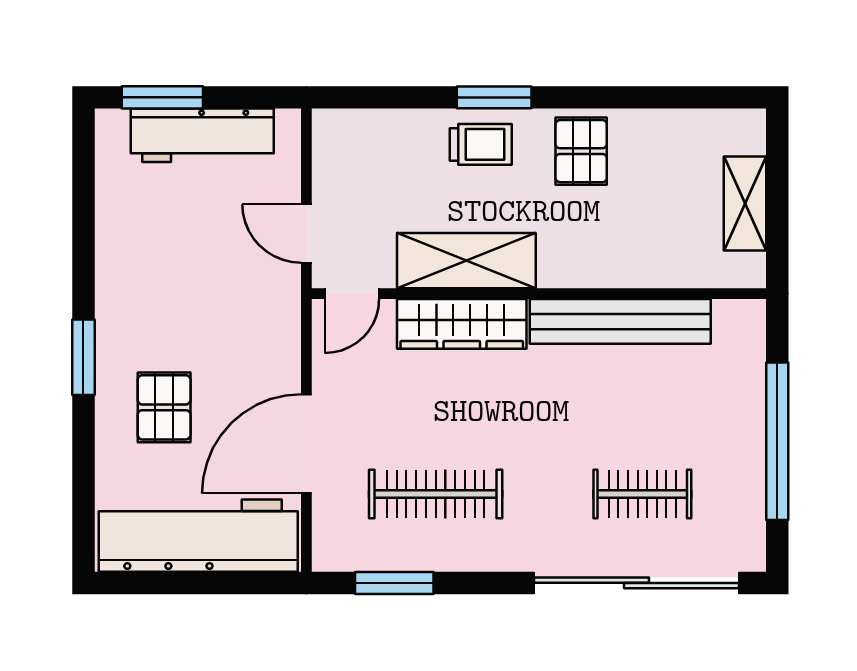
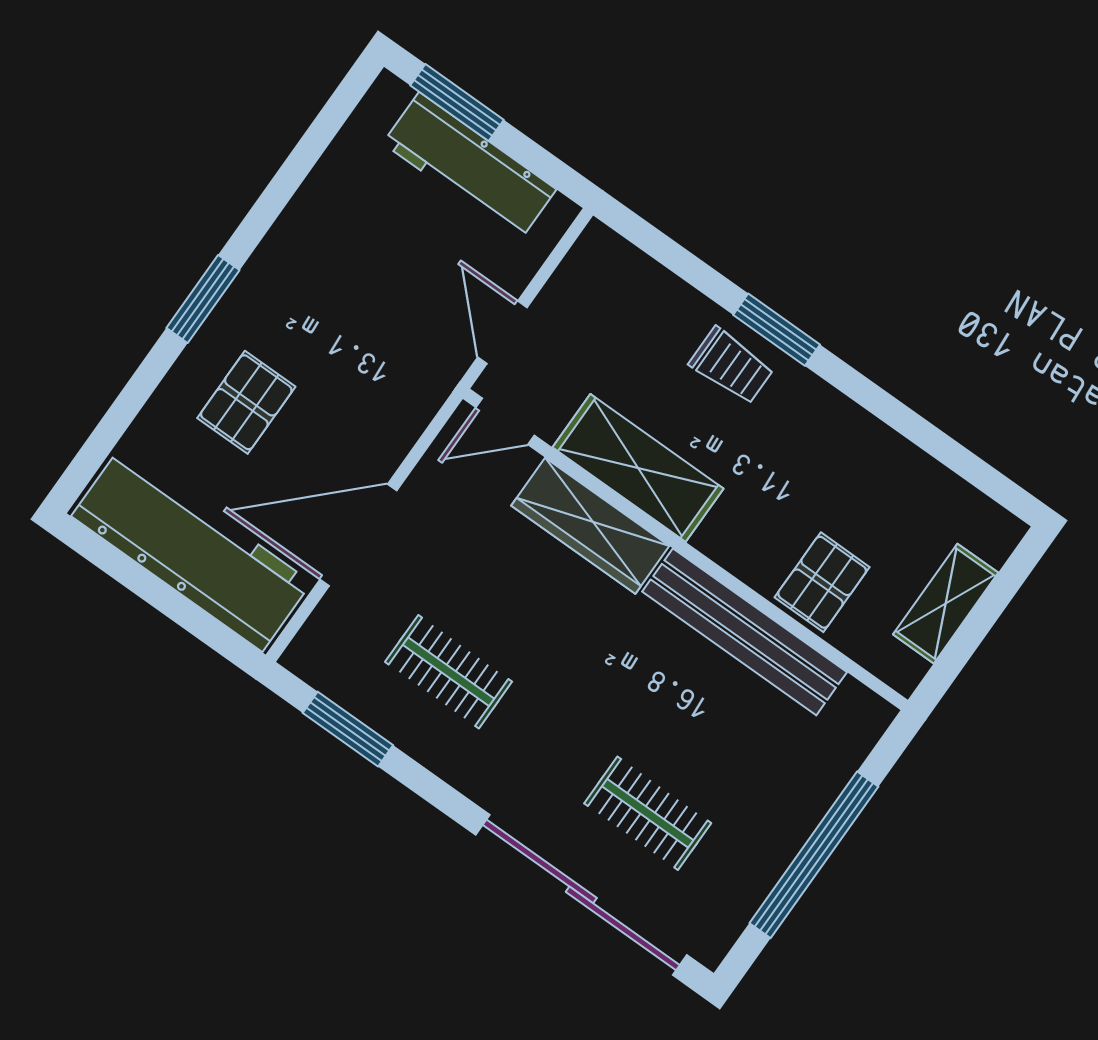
pallet: (581, 151) -> (822, 582), moved
clothes rail: (436, 494) -> (449, 672), width x0.73

